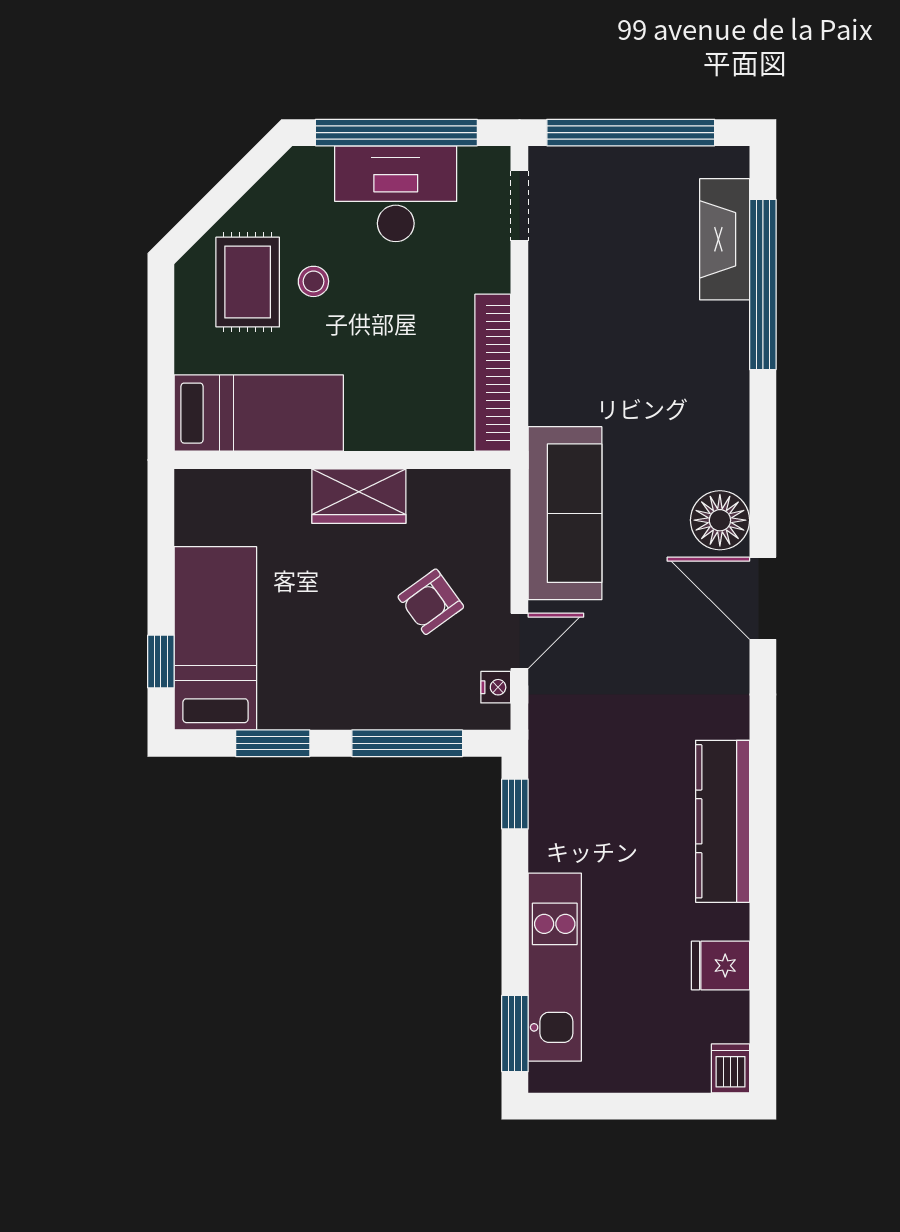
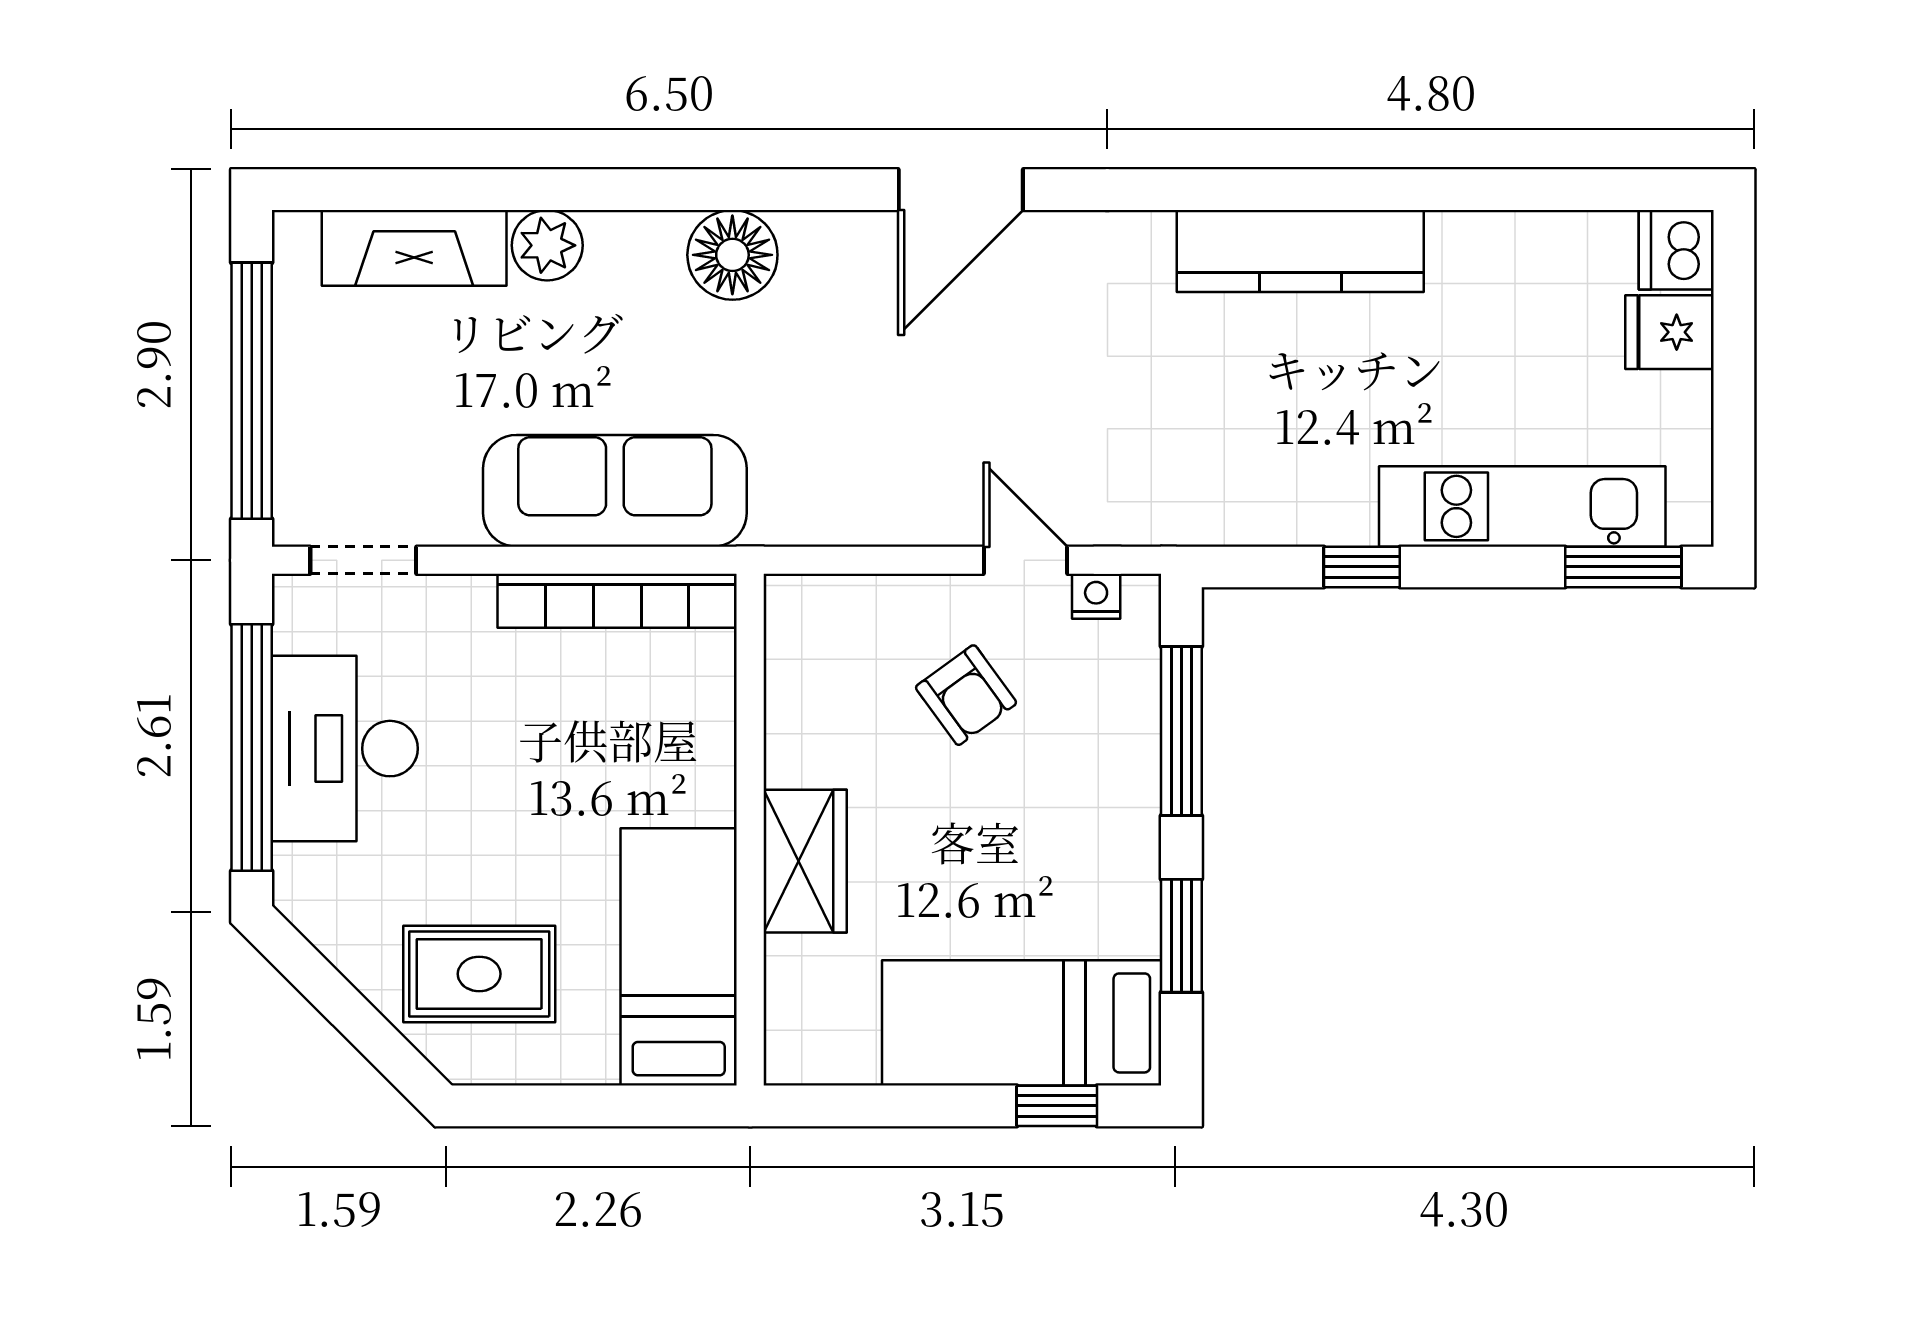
stool: (313, 281) -> (478, 874), removed
window: (763, 285) -> (483, 190), removed
plant: (726, 327) -> (547, 245), added
wardrobe: (359, 496) -> (805, 861), moved
sofa: (565, 513) -> (615, 491), moved
floor lamp: (720, 520) -> (732, 255), moved
window: (515, 804) -> (1362, 567), moved
fridge: (720, 966) -> (1669, 332), moved, turned 90
dishwasher: (730, 1068) -> (1676, 250), width x1.38

